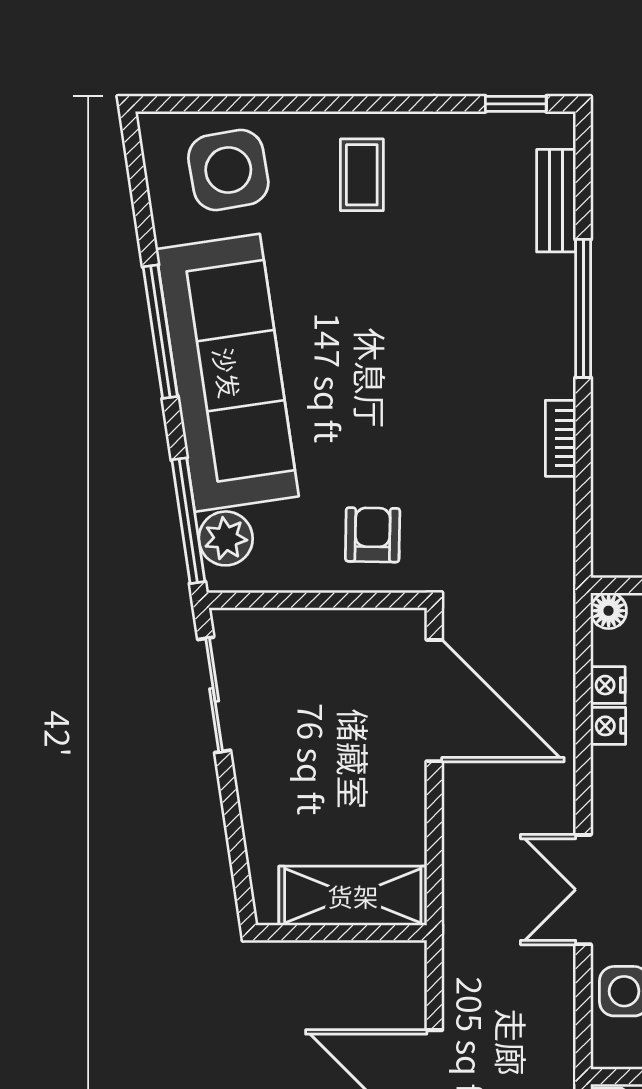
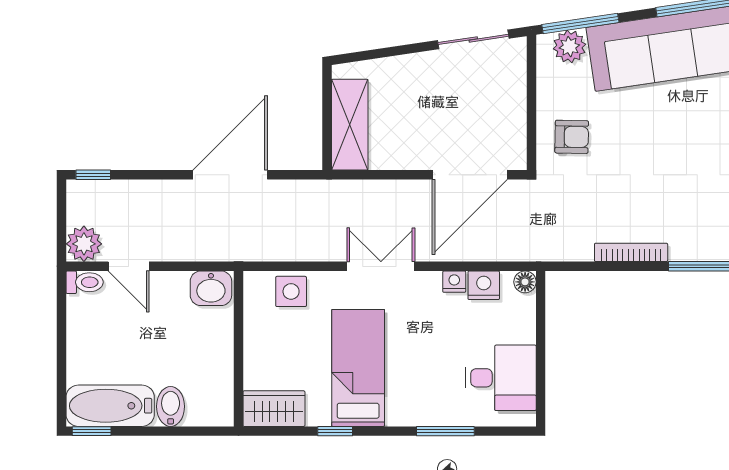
bookcase: (560, 438) -> (631, 252), width x1.56
nightstand: (608, 685) -> (484, 285), width x1.39, depth x1.35
double door: (583, 890) -> (381, 266), moved

